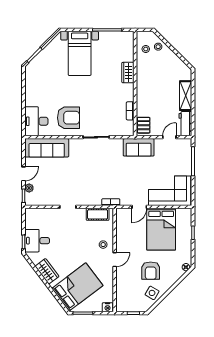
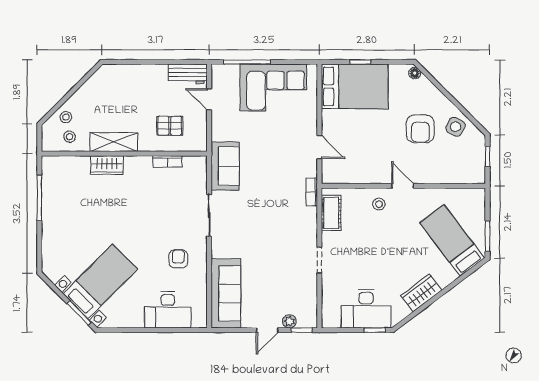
bed with nightstands: (80, 53) -> (100, 281), moved, turned -45
shelving: (186, 96) -> (114, 142), moved
armchair: (69, 118) -> (178, 259), width x0.53, depth x0.53
desk: (36, 121) -> (168, 310), moved
pallet: (144, 125) -> (170, 126), moved
sofa: (139, 147) -> (225, 166), moved
door: (23, 174) -> (267, 330), swing flipped
corner sofa: (170, 191) -> (273, 88), moved, turned -90
bed: (161, 229) -> (355, 86), moved
desk: (37, 241) -> (366, 309), width x1.37
armchair: (151, 271) -> (420, 129), turned 90
bed: (77, 287) -> (452, 240), width x0.67
nightstand: (108, 307) -> (478, 197), removed

